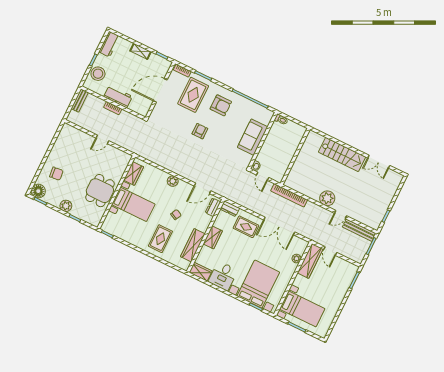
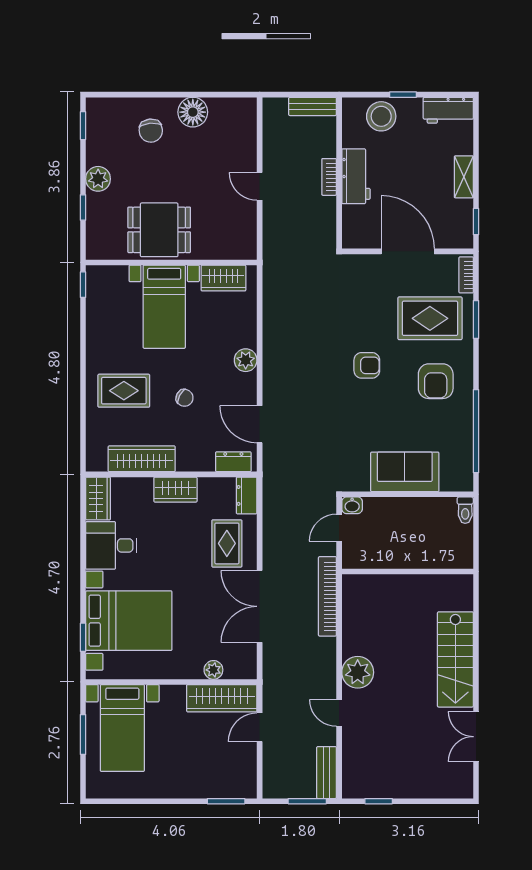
floor lamp: (38, 191) -> (193, 112), moved
bench: (359, 230) -> (327, 773), width x0.73

